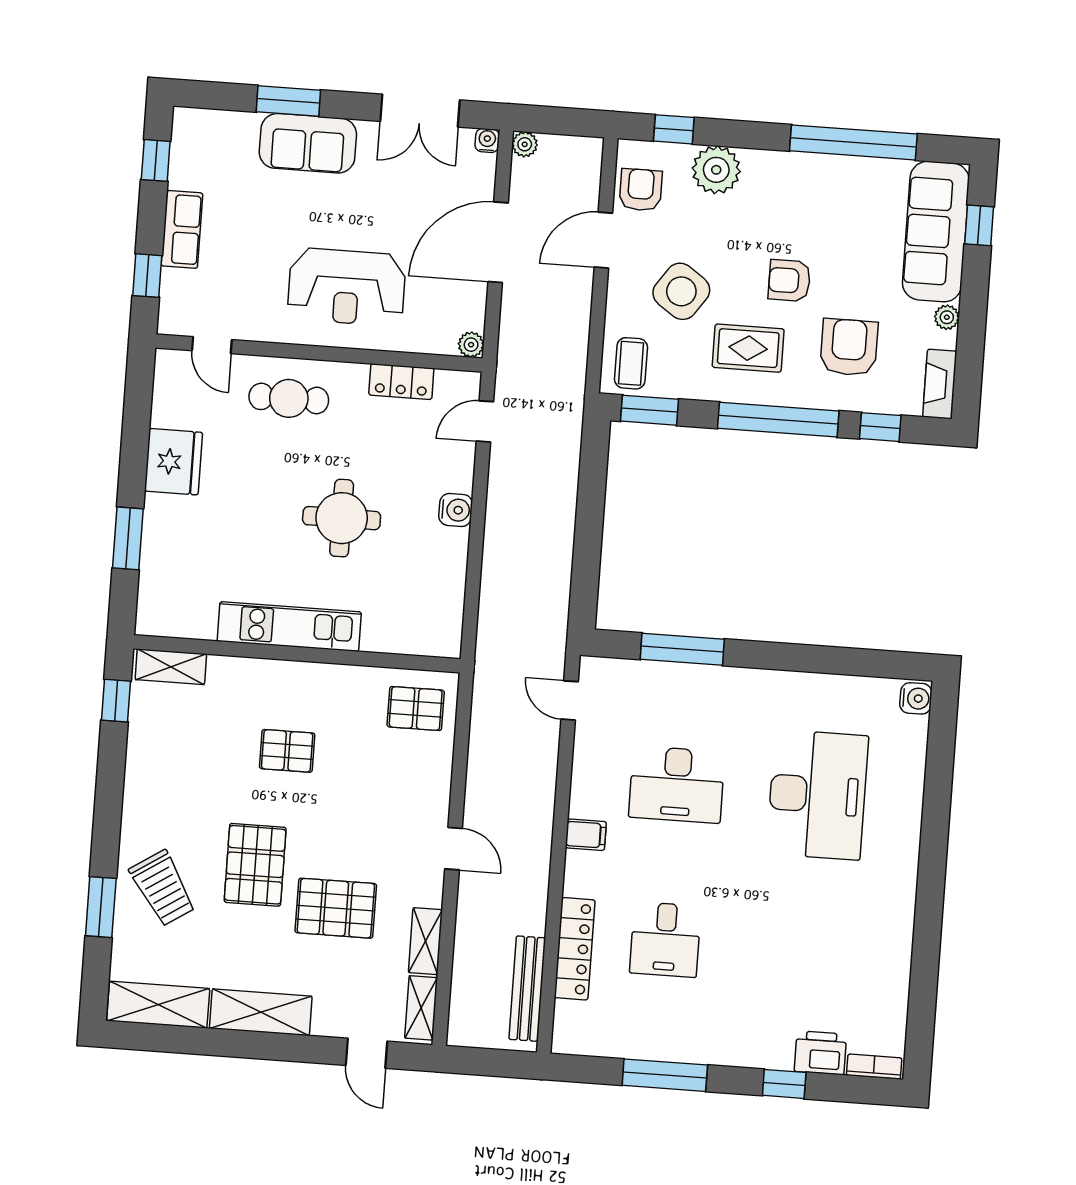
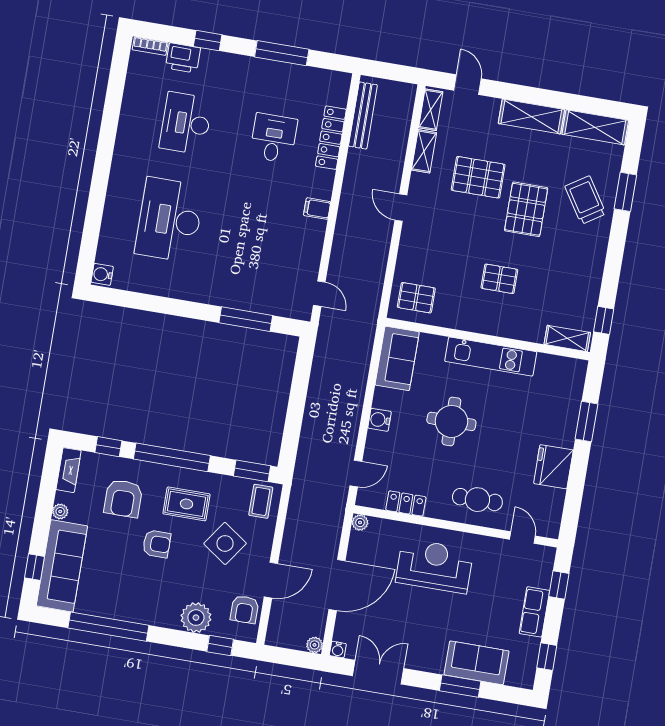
sofa: (308, 143) -> (477, 663), moved
sofa: (437, 610) -> (397, 358), added
desk: (677, 784) -> (186, 123), moved, turned -90

